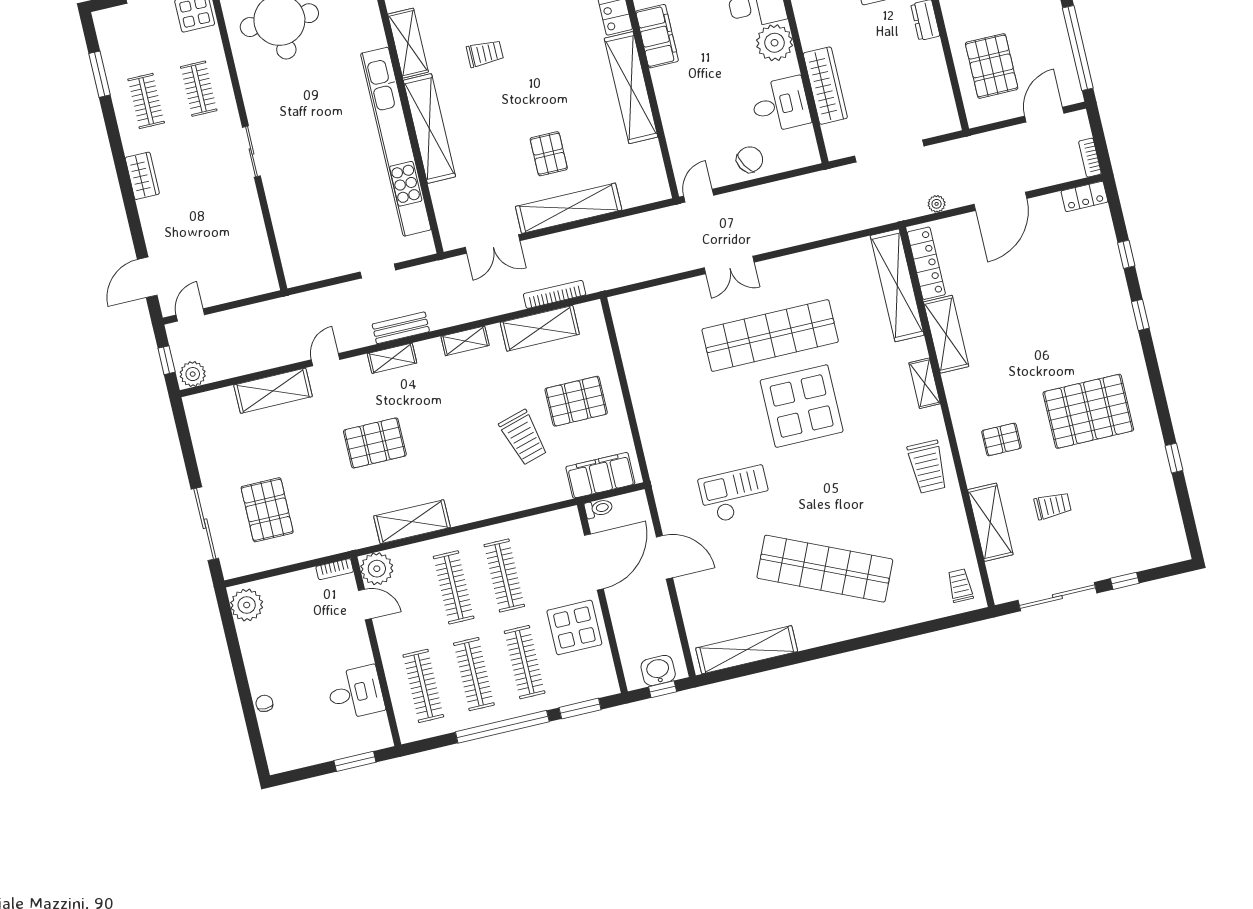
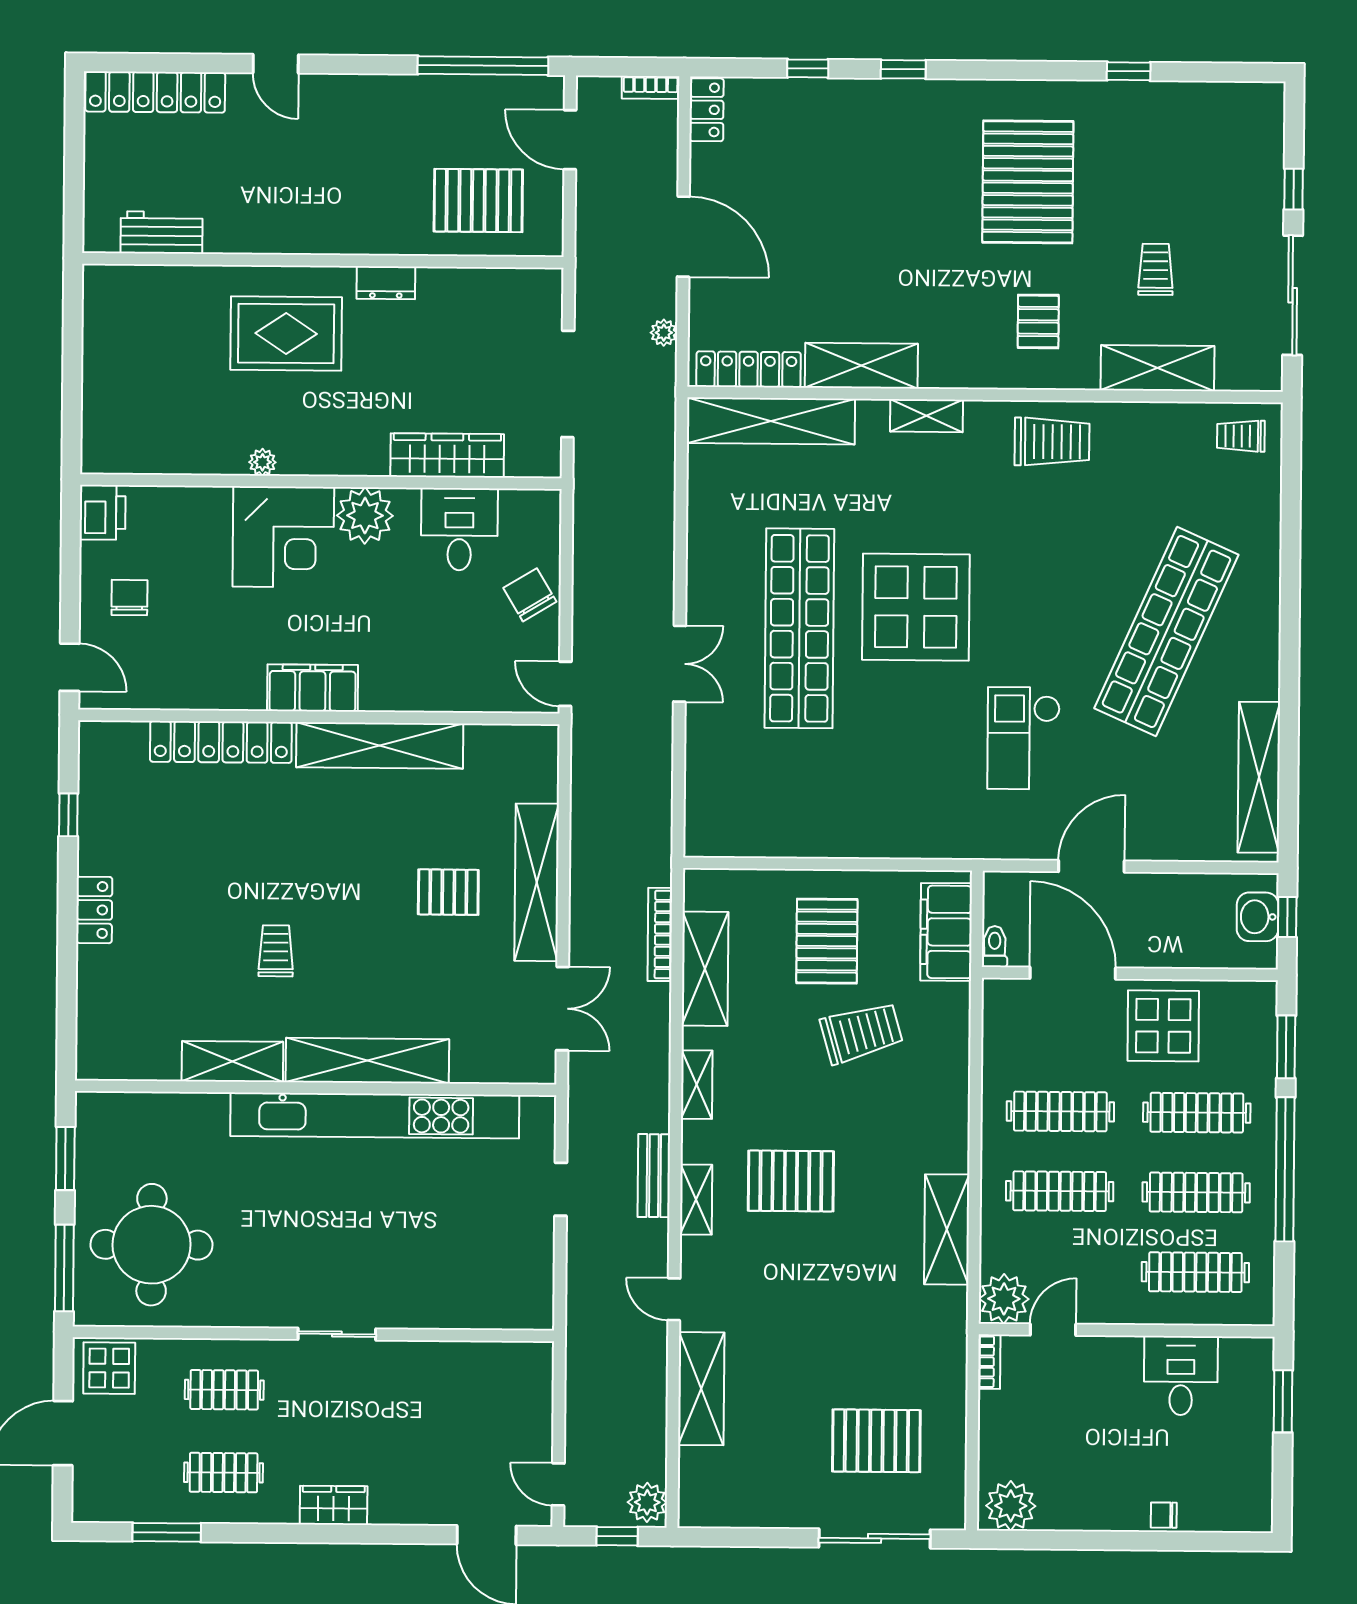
pallet: (375, 443) -> (791, 1181), moved, turned 90

